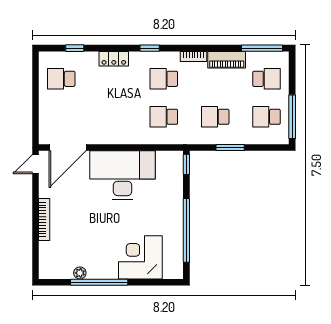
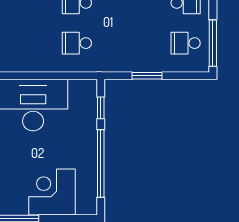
school desk: (215, 117) -> (131, 43), removed
window: (186, 164) -> (101, 108), moved

